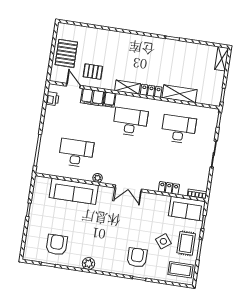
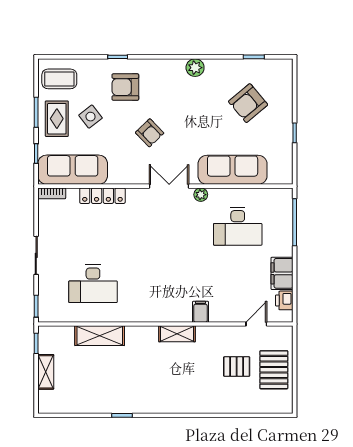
shelving: (222, 59) -> (46, 372), moved
pallet: (93, 72) -> (237, 367), moved
door: (73, 86) -> (256, 324), swing flipped
locker: (151, 91) -> (142, 334), removed
filing cabinet: (92, 97) -> (282, 273), moved, turned -90
desk: (130, 122) -> (165, 284), removed
double door: (128, 188) -> (169, 186), moved
locker: (169, 188) -> (102, 196), width x1.53
sofa: (187, 209) -> (73, 170), width x1.36
armchair: (126, 225) -> (150, 133), added
armchair: (57, 245) -> (248, 103), moved, turned 50
armchair: (137, 258) -> (125, 87), turned 90

